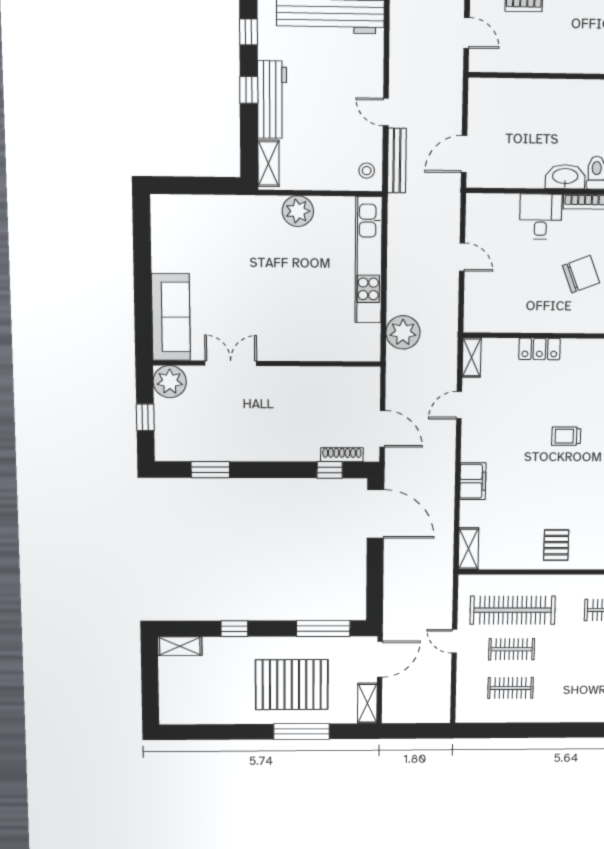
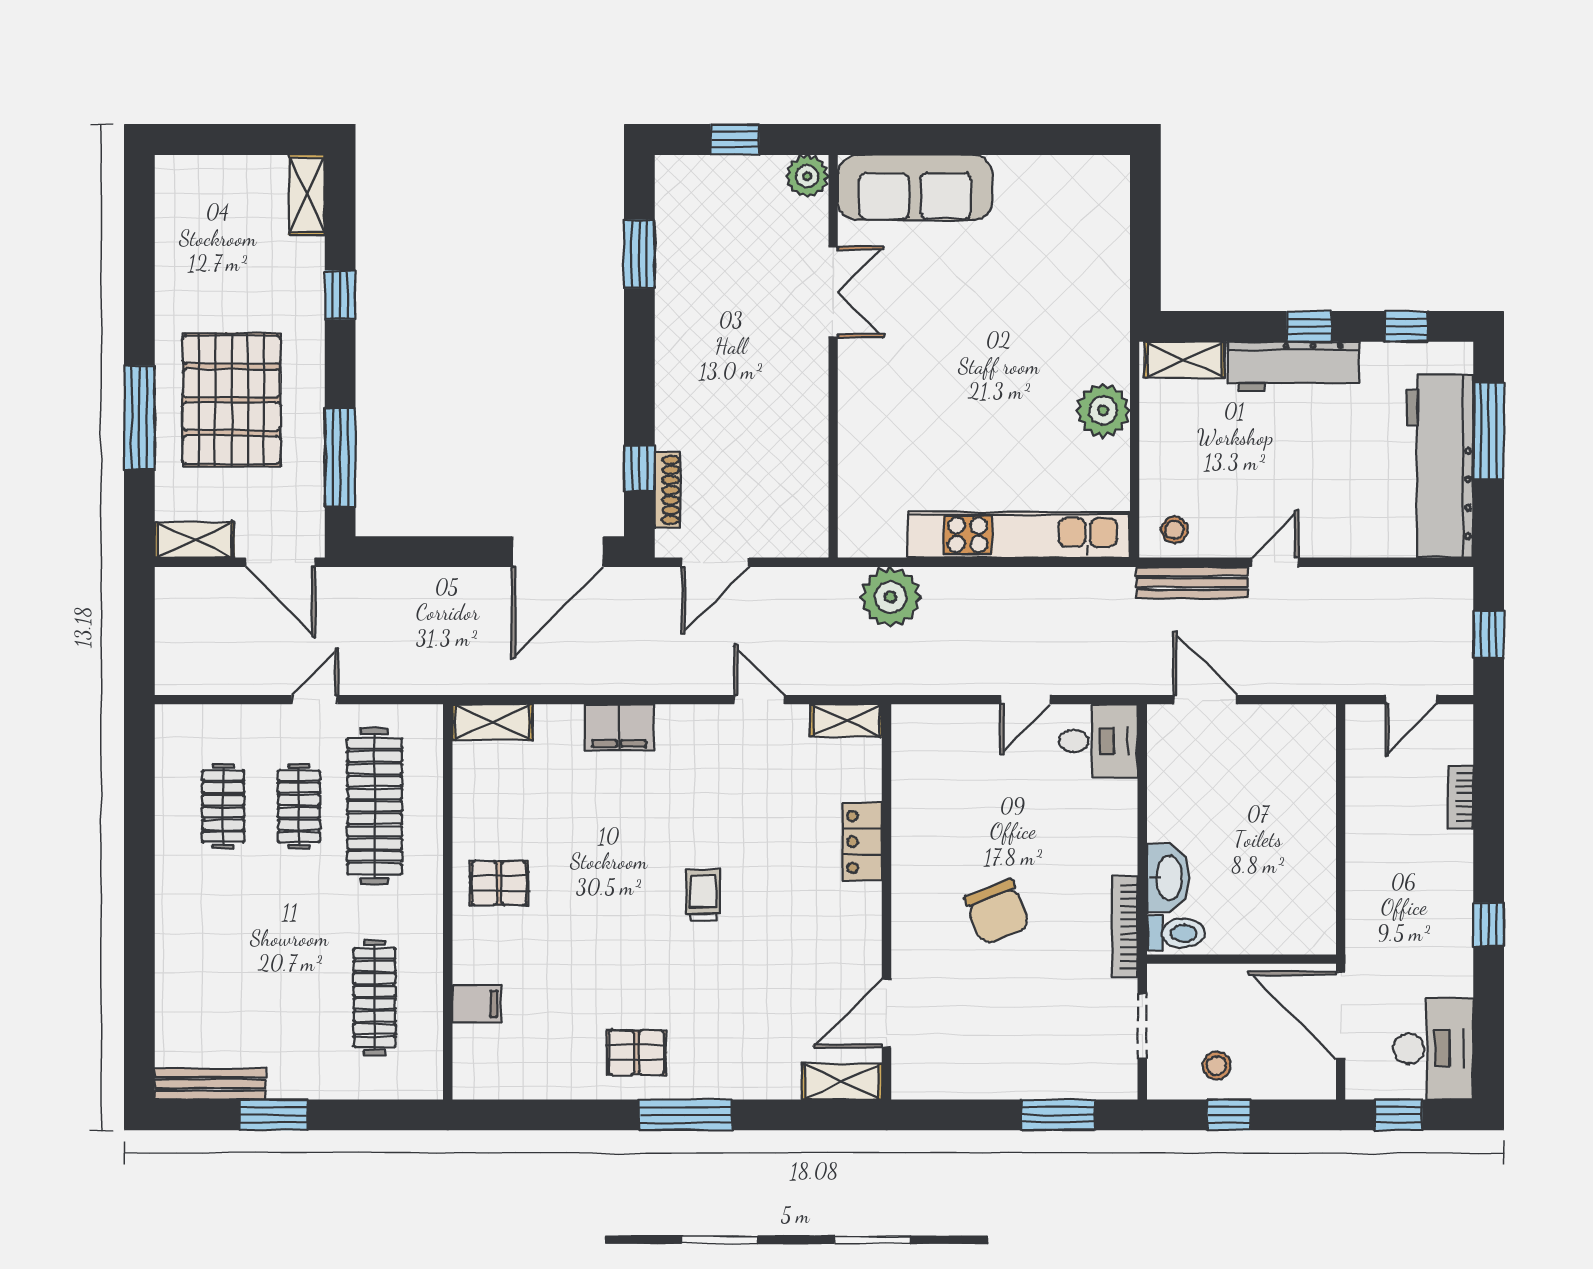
desk: (541, 217) -> (1098, 741), moved
plant: (170, 382) -> (807, 176), width x0.73, depth x0.73

